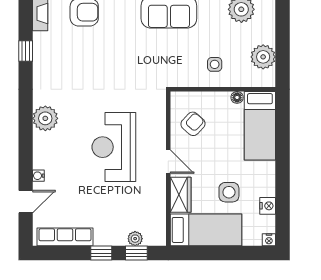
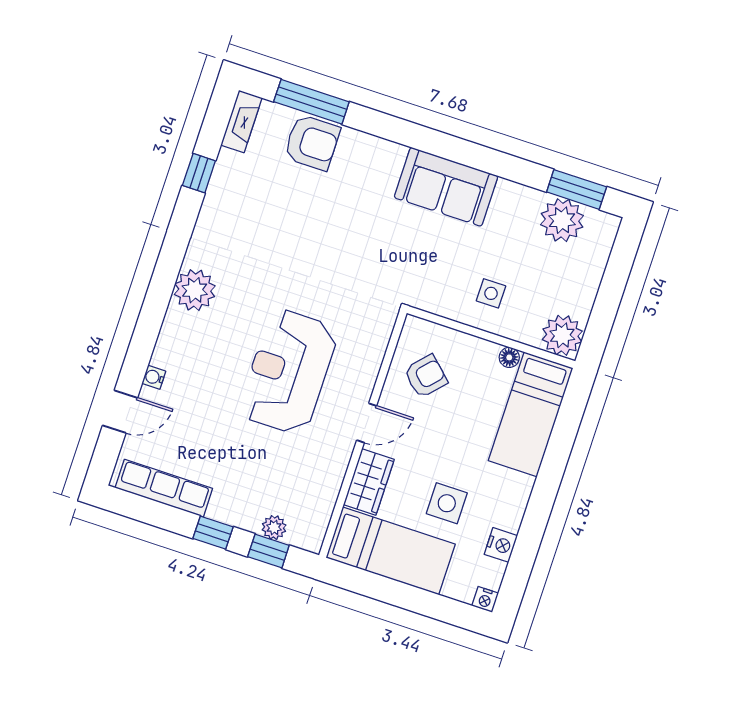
plant: (263, 57) -> (562, 335), moved
door: (168, 162) -> (367, 423), hinge flipped

